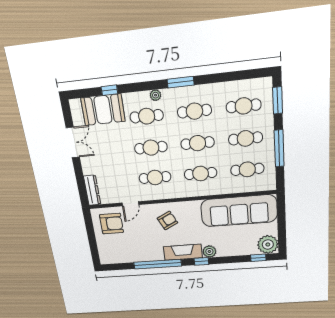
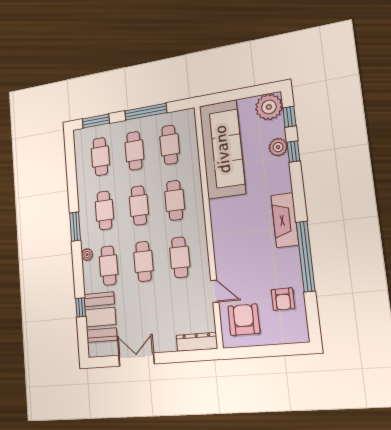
armchair: (167, 220) -> (283, 299), moved, turned -153
plant: (209, 251) -> (278, 147), moved
window: (201, 261) -> (293, 151), moved

